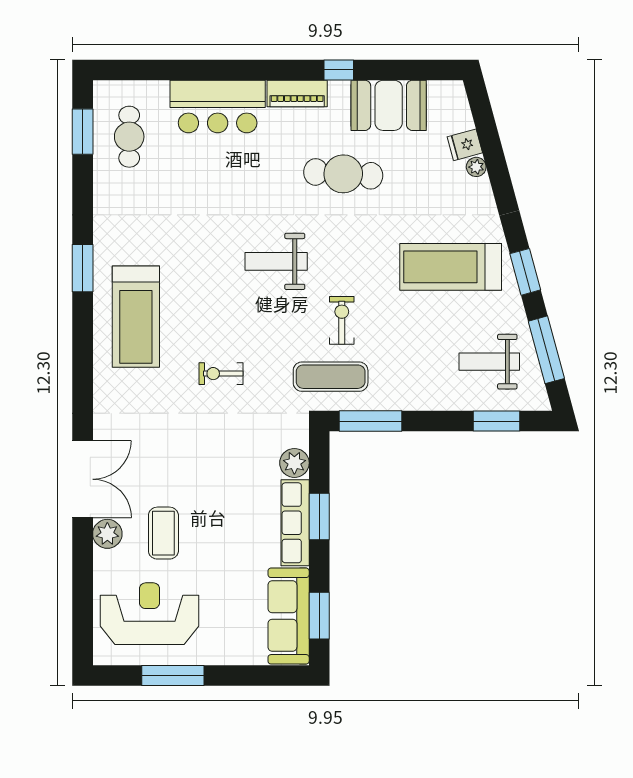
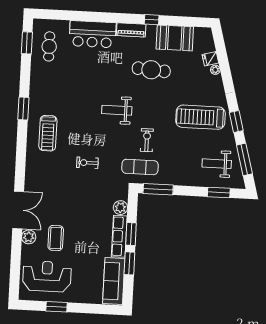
treadmill: (136, 317) -> (48, 133), width x0.73, depth x0.73
window: (319, 616) -> (129, 263), moved
window: (173, 675) -> (57, 307), width x0.69

